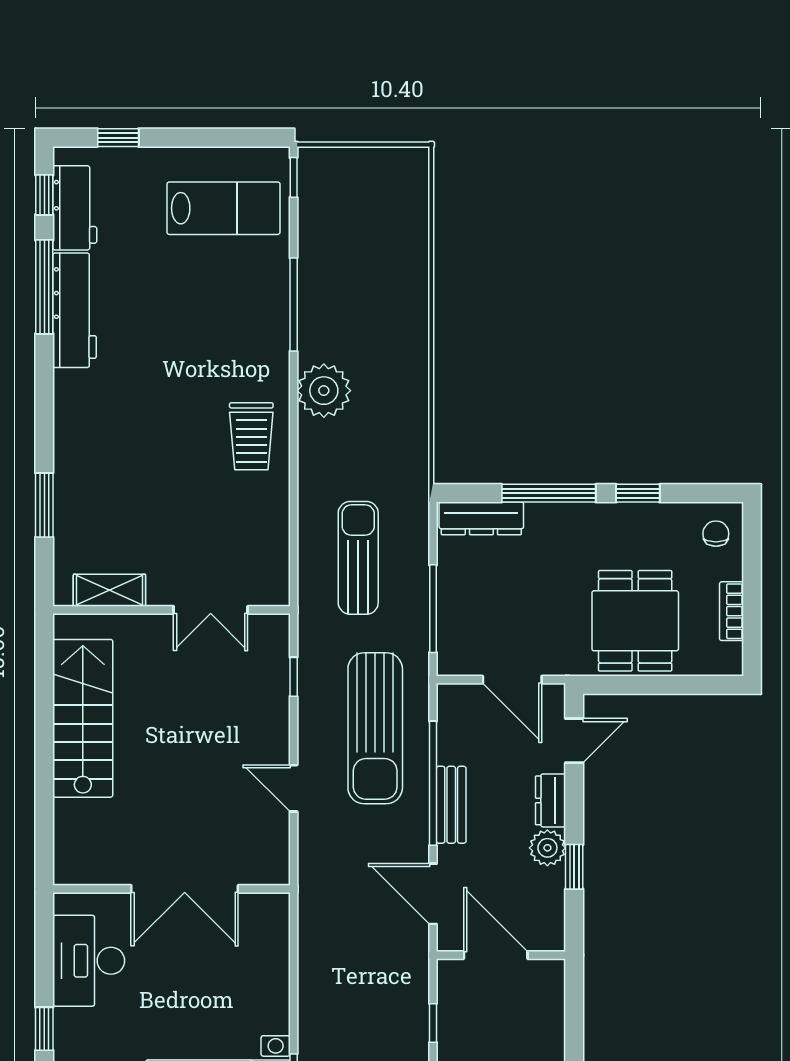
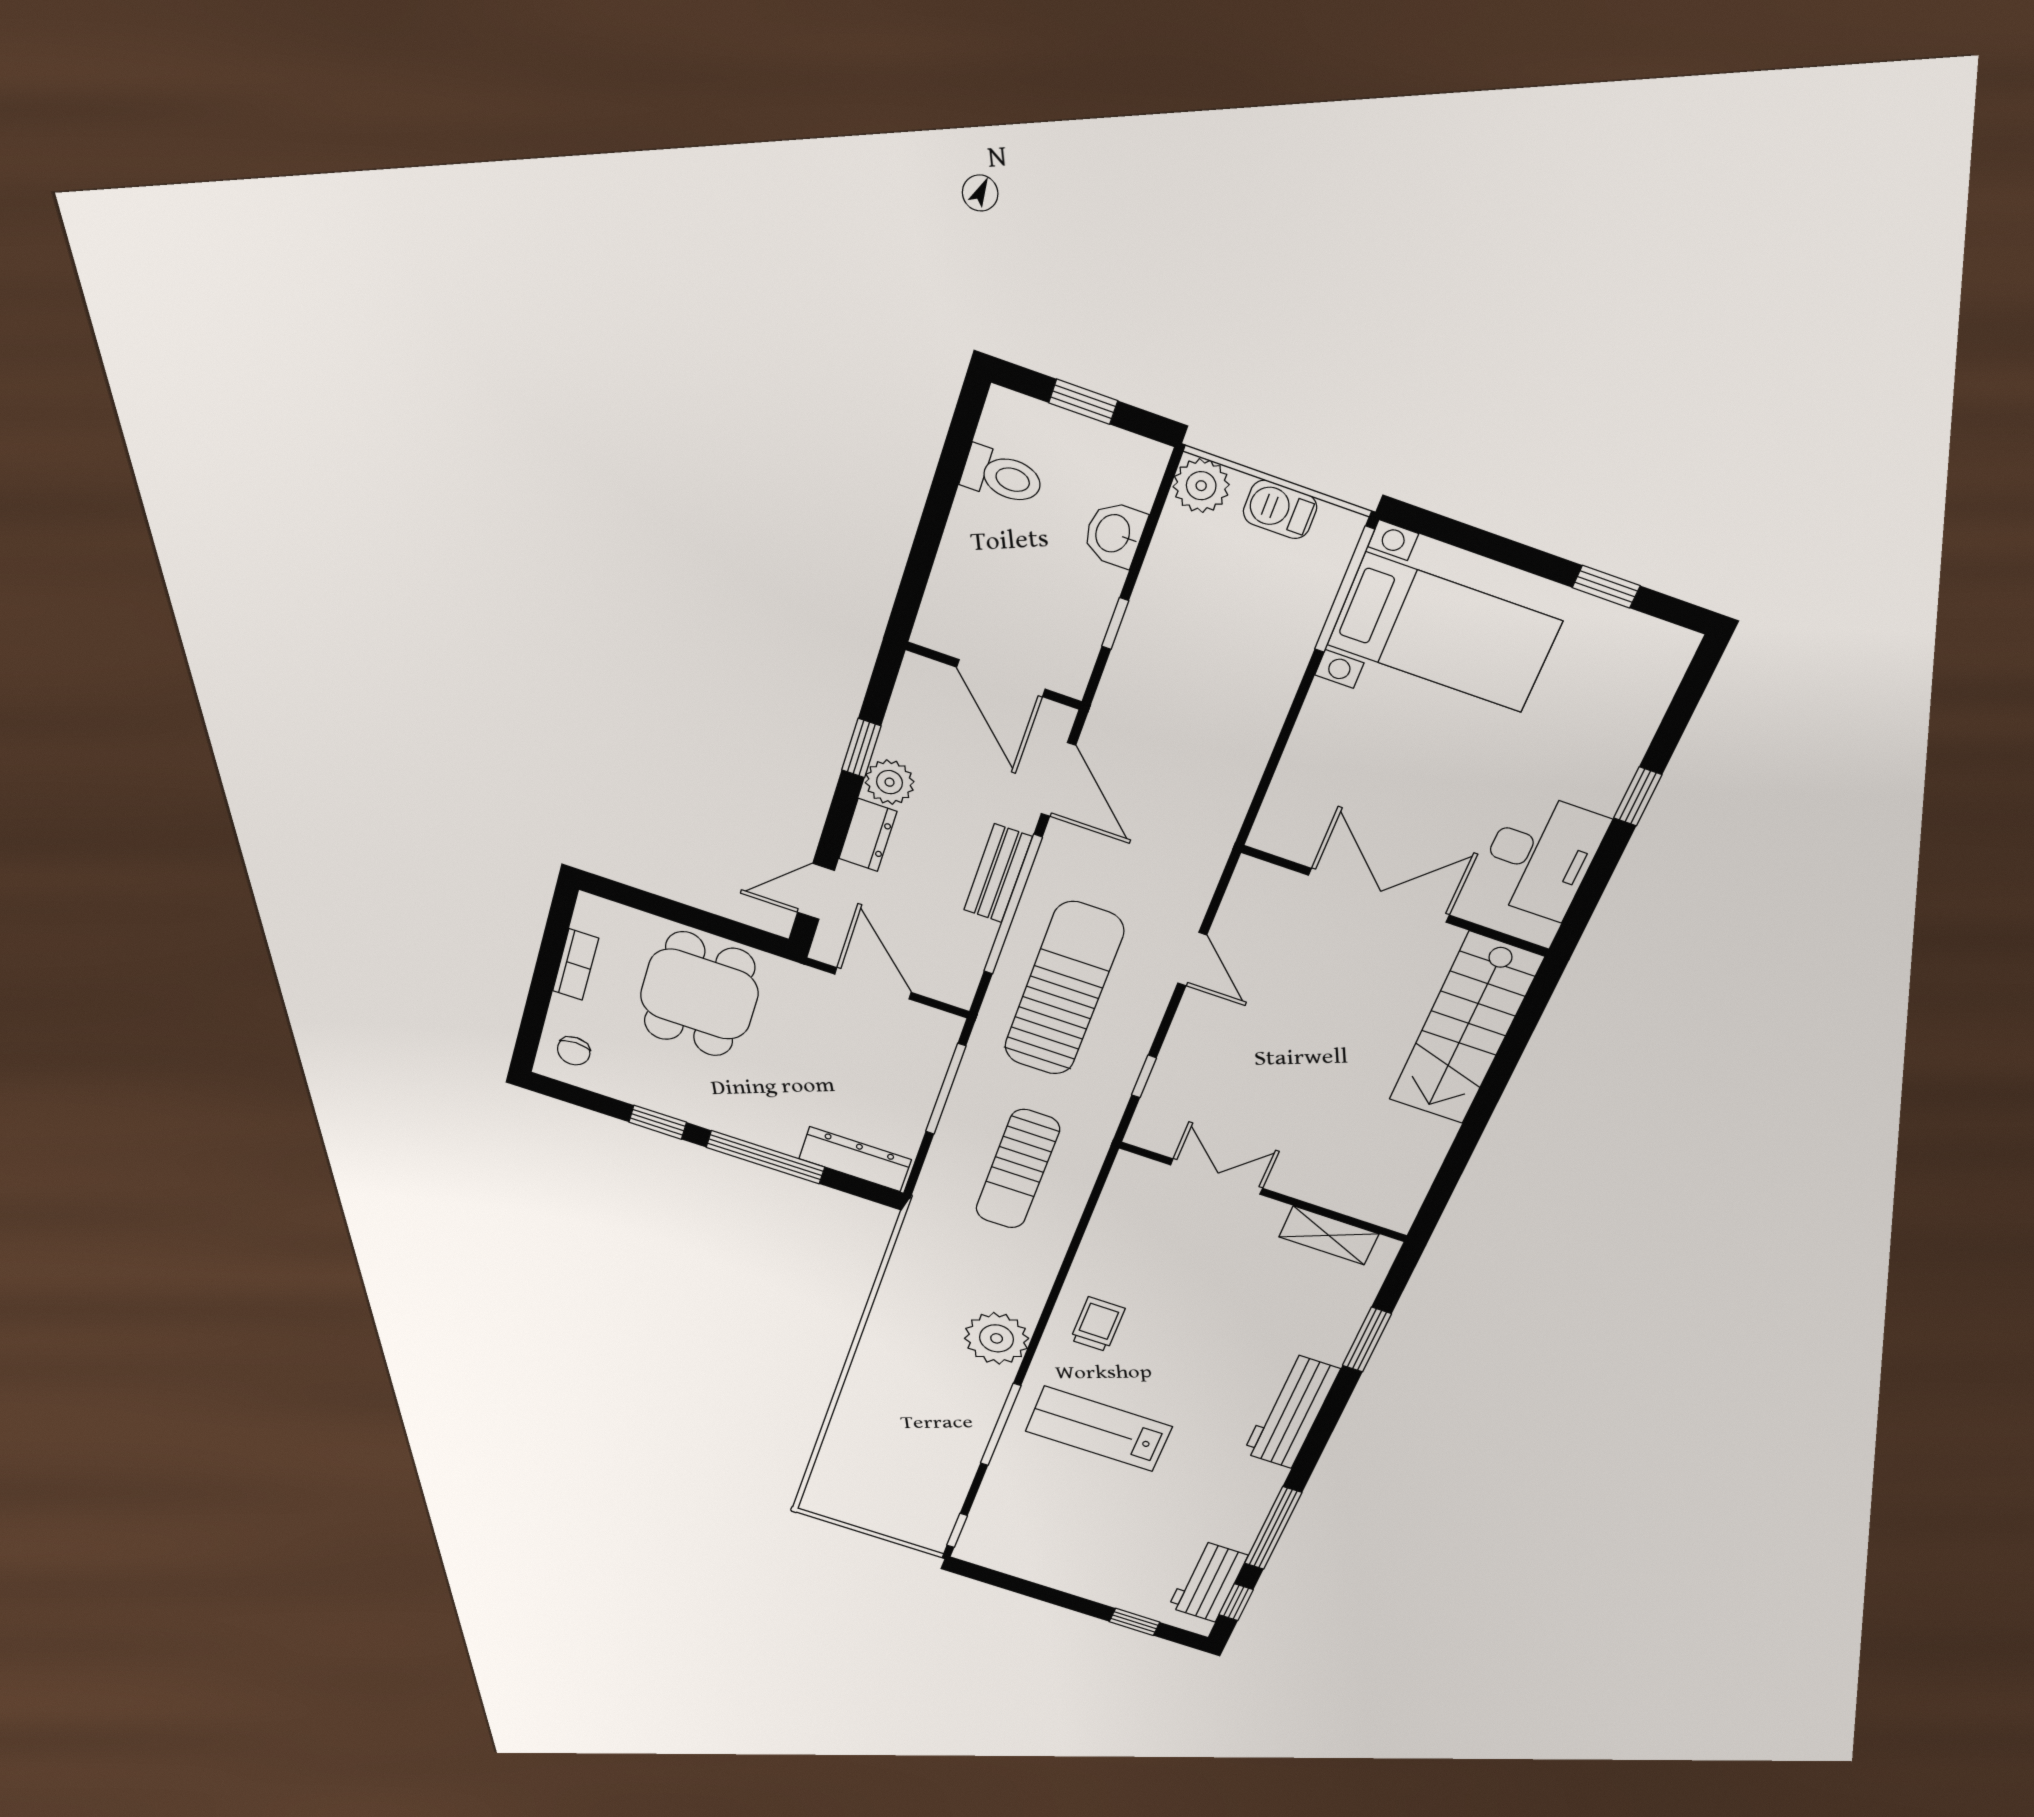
lab bench: (224, 208) -> (1099, 1429), moved
workbench: (75, 310) -> (1291, 1411), moved
trolley: (251, 436) -> (1098, 1324), width x0.73, depth x0.72
stairs: (83, 718) -> (1466, 1029), moved

